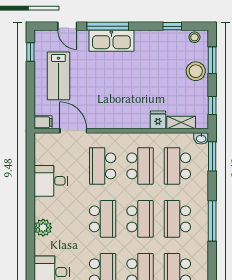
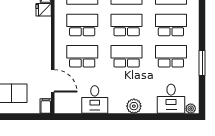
door: (73, 131) -> (53, 81), swing flipped
school desk: (103, 166) -> (82, 56), turned 180

